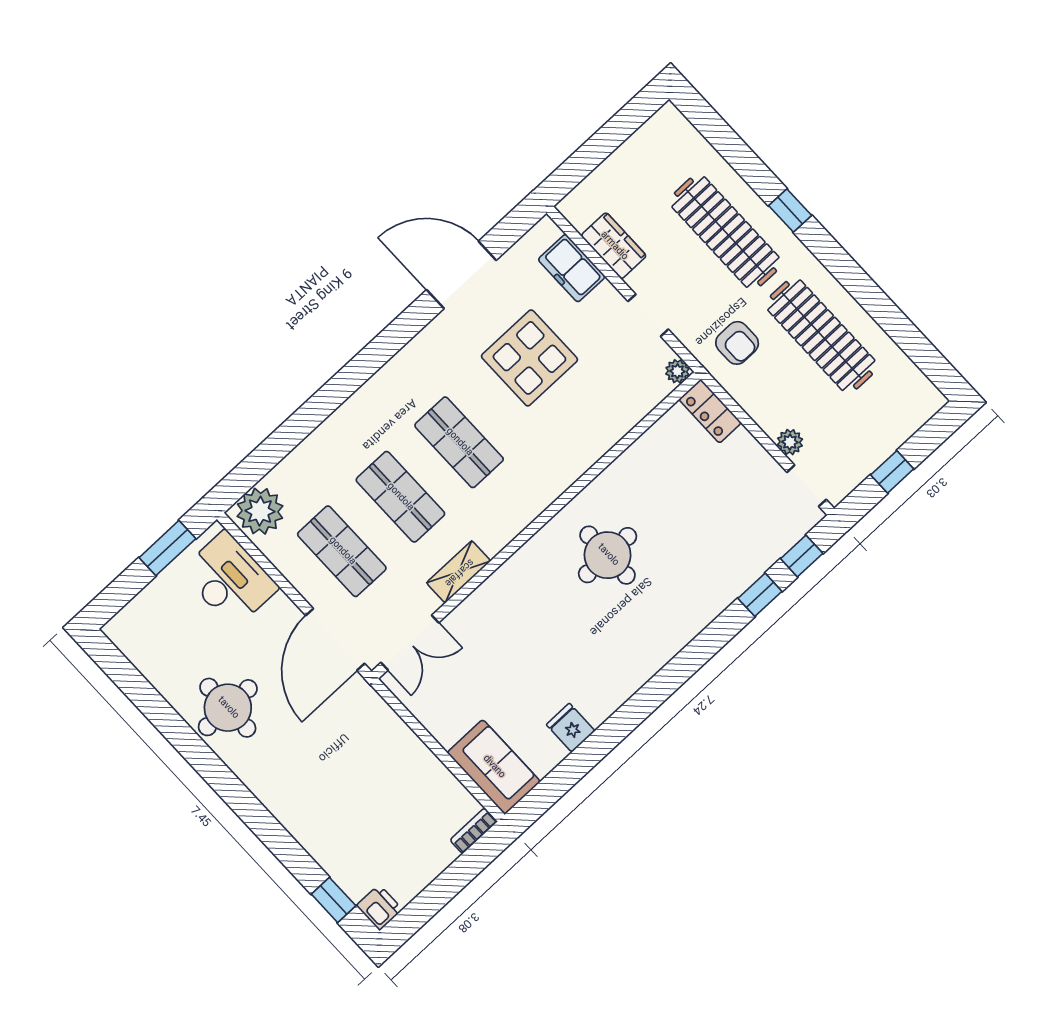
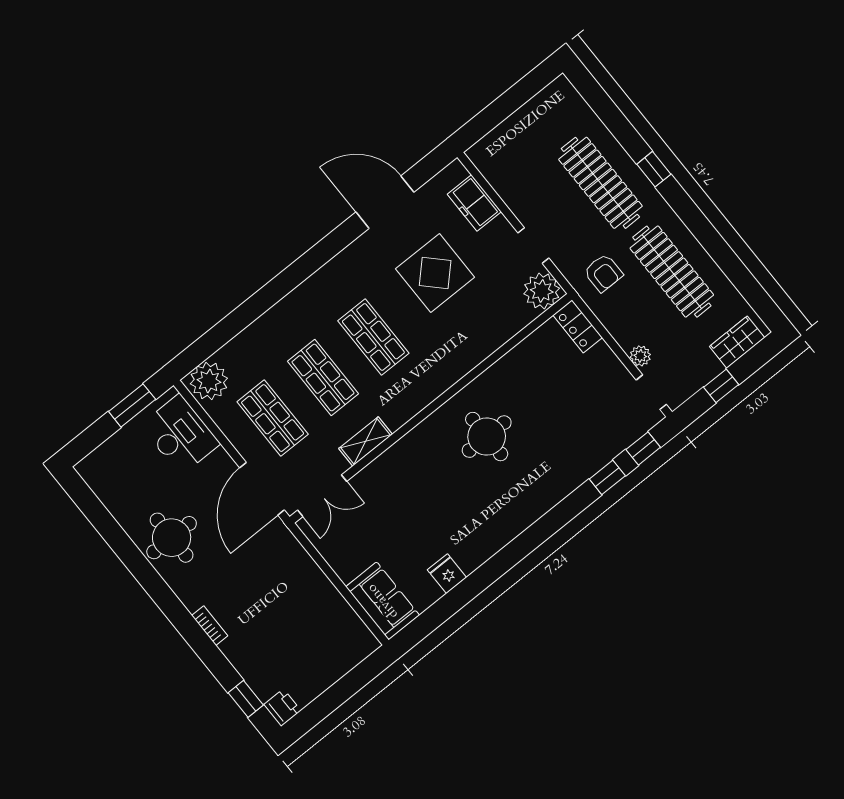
wardrobe: (614, 246) -> (737, 342), moved, turned -90
plant: (677, 371) -> (542, 291), width x1.88, depth x1.88
bookcase: (474, 831) -> (210, 626), moved, turned 90

